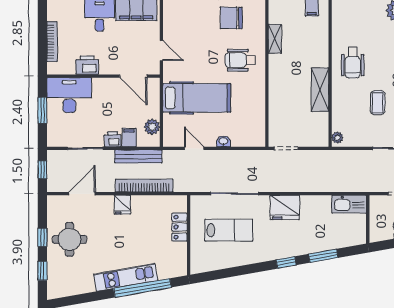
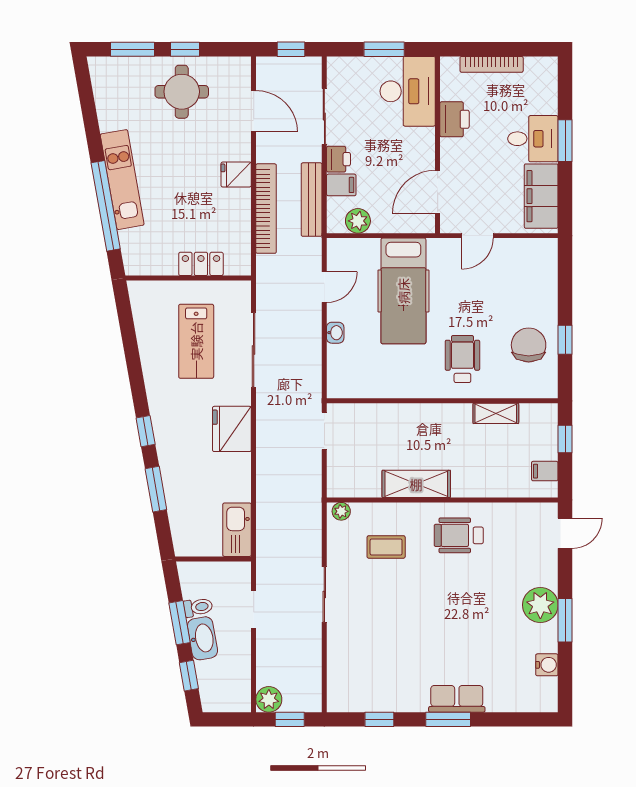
coffee table: (378, 103) -> (386, 547), moved
window: (42, 271) -> (133, 49), width x1.50

